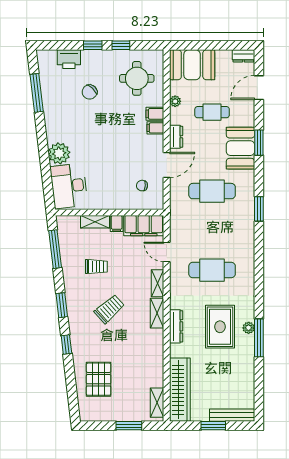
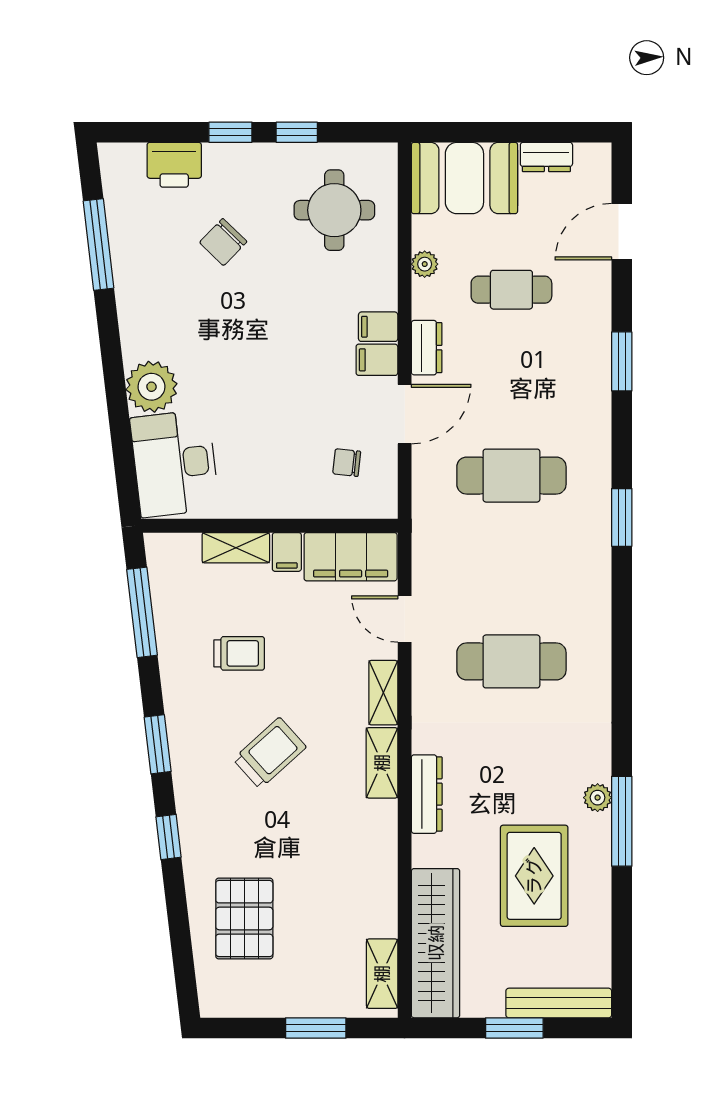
dresser: (243, 56) -> (546, 157), moved
filing cabinet: (155, 114) -> (377, 360), moved
booth: (240, 148) -> (578, 374), removed
rug: (220, 327) -> (534, 876), moved

